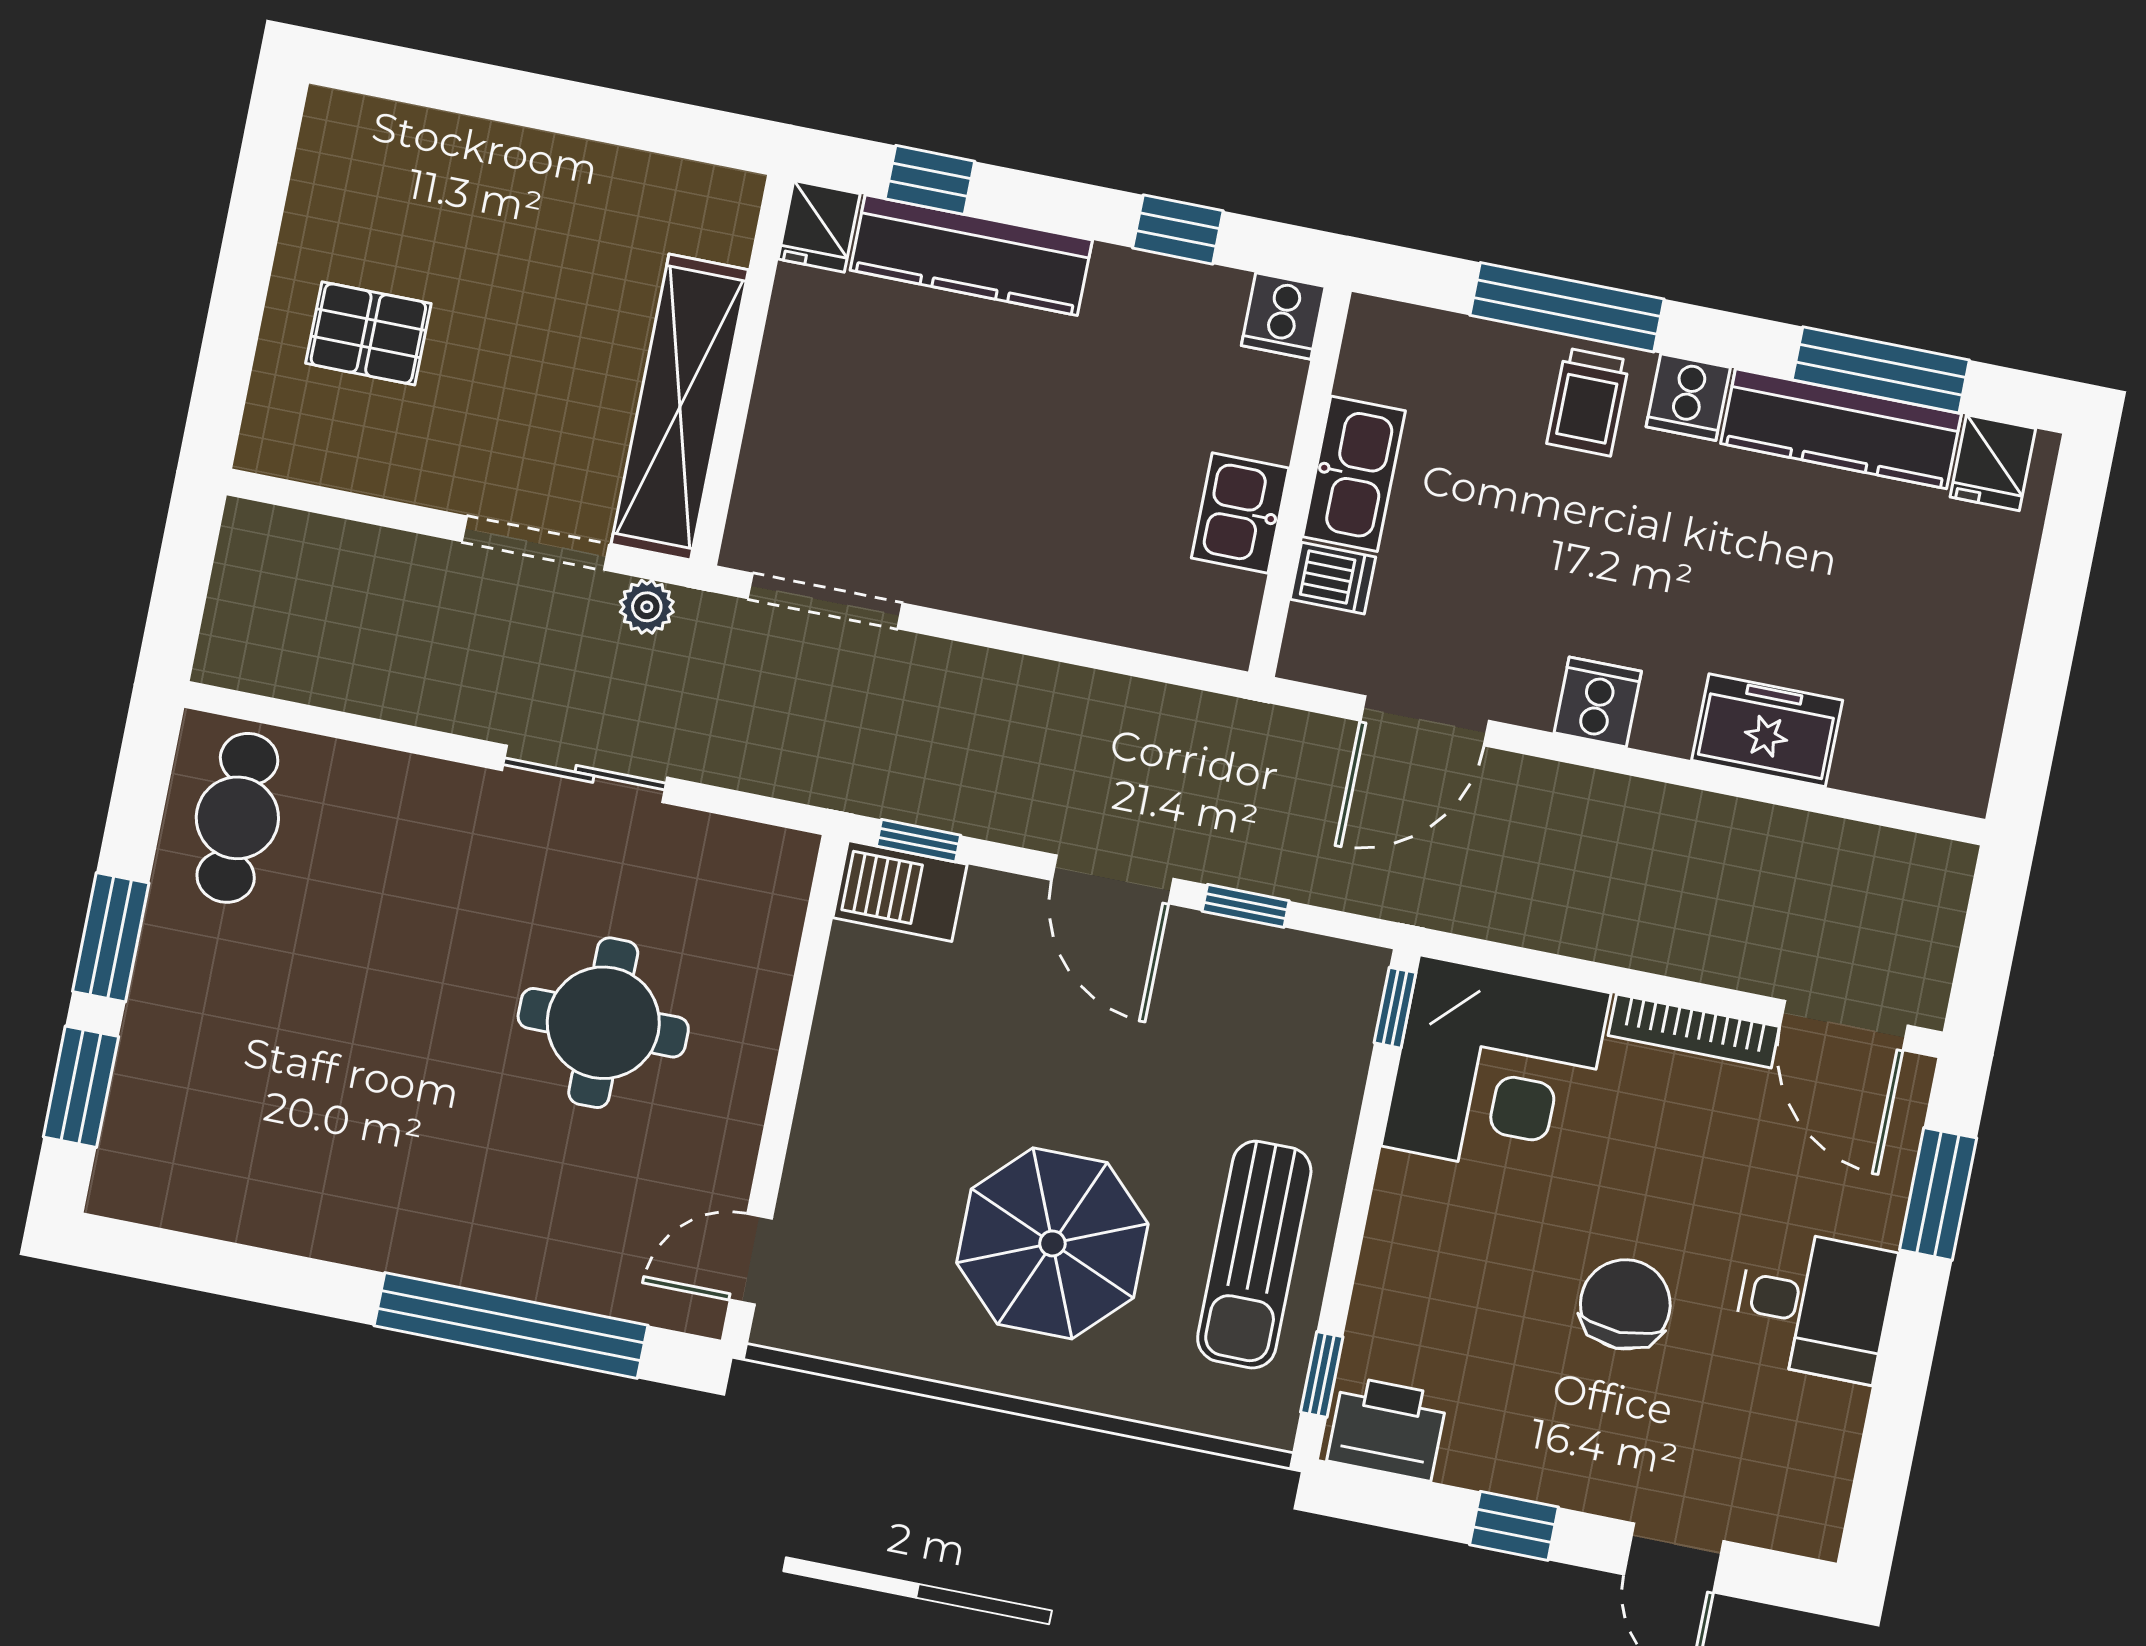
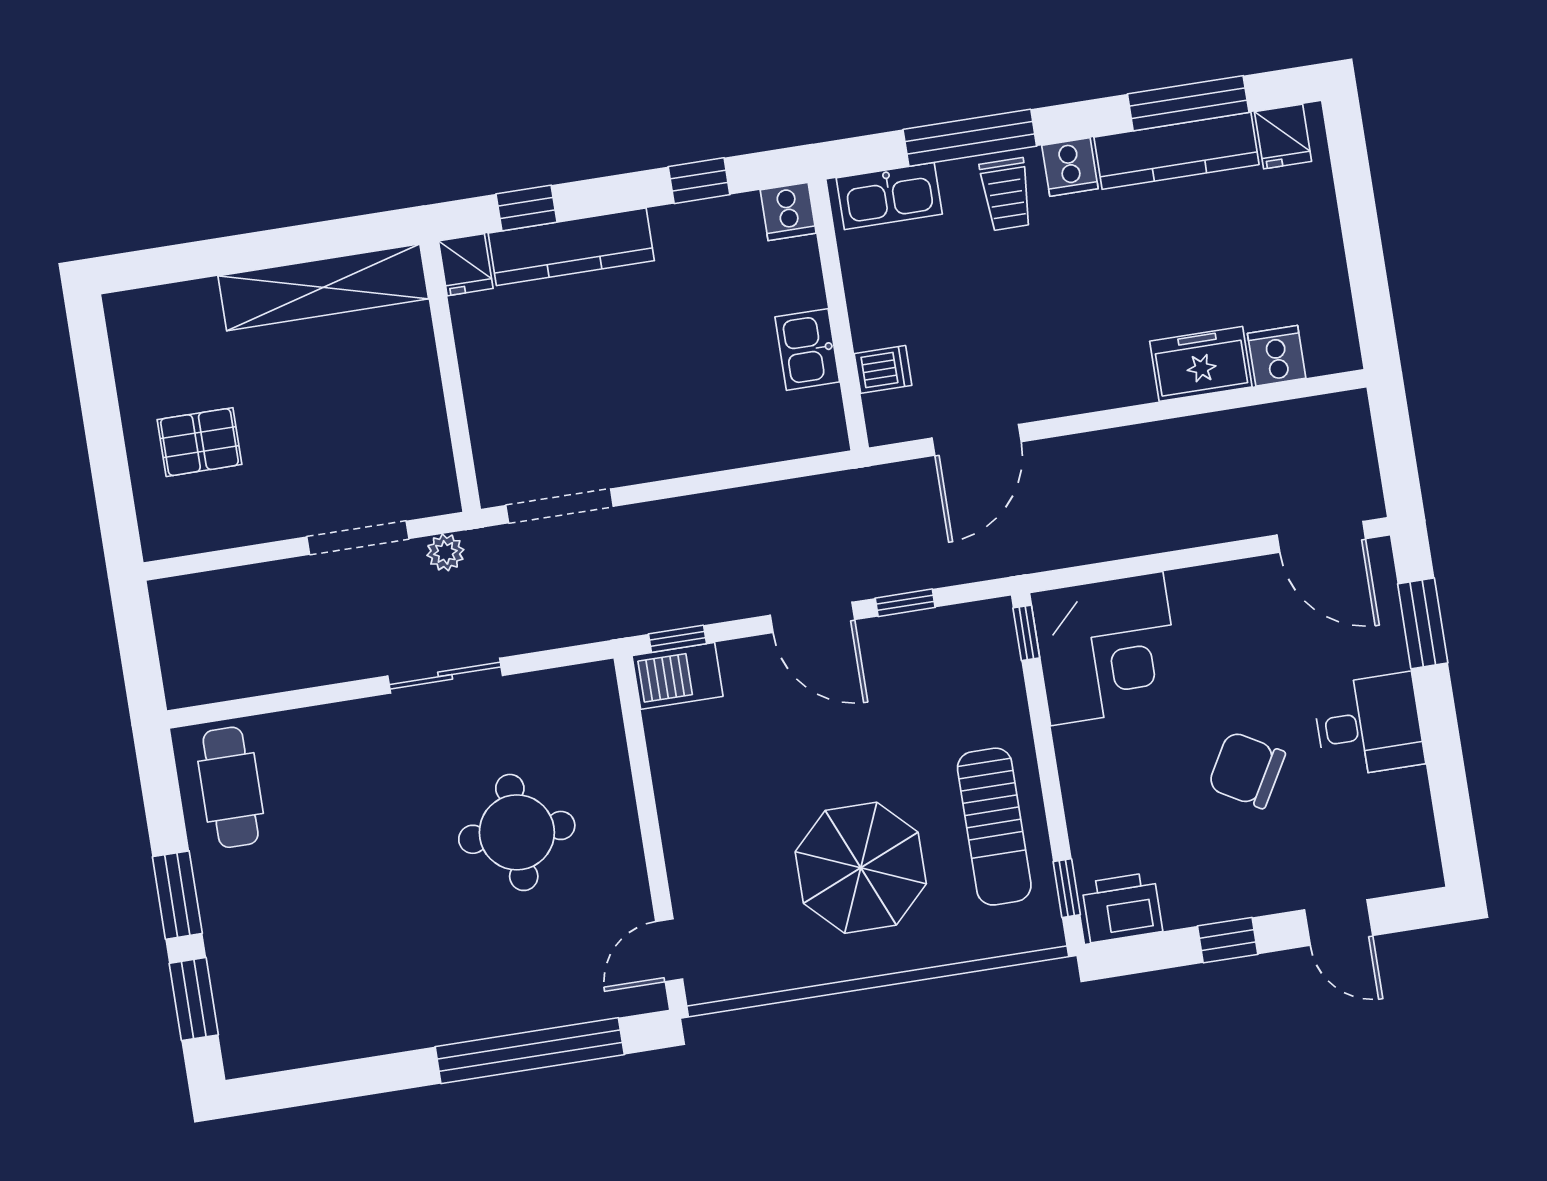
shelving: (680, 407) -> (323, 287), moved, turned 90
kitchen sink: (1354, 474) -> (889, 196), moved, turned 90
cooker: (1598, 702) -> (1277, 356), moved
bookcase: (1694, 1031) -> (1225, 576), removed
chair: (1625, 1304) -> (1247, 770), turned -60

